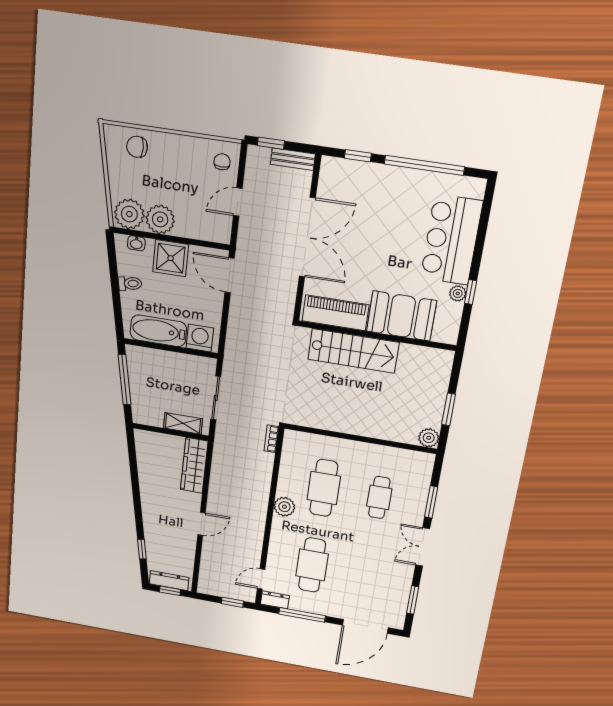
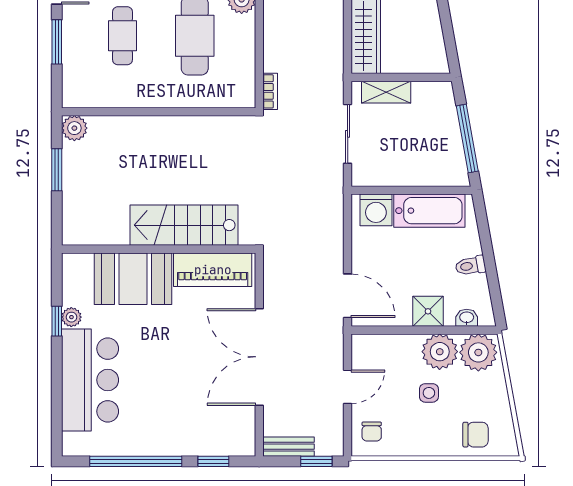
side table: (172, 187) -> (429, 393), added
shower: (171, 258) -> (428, 311), width x0.73, depth x0.73

